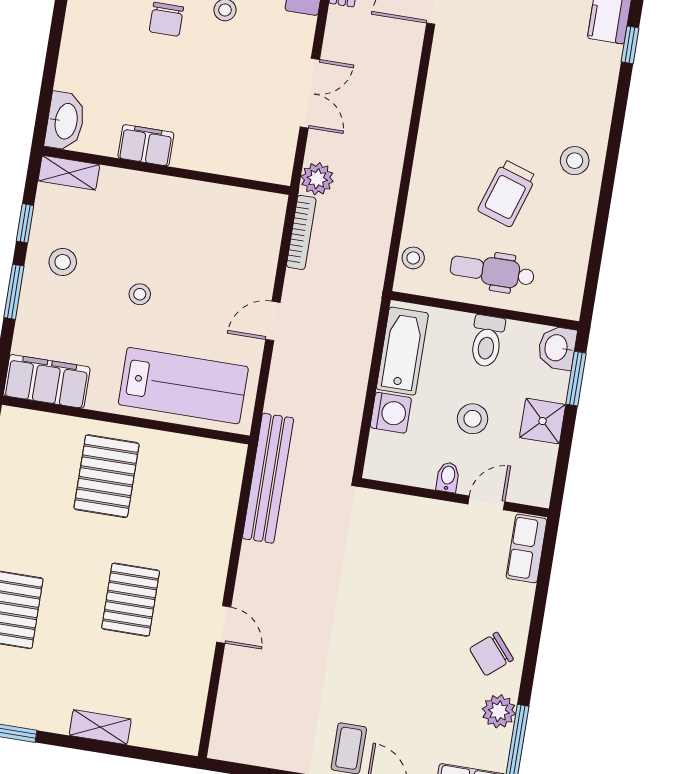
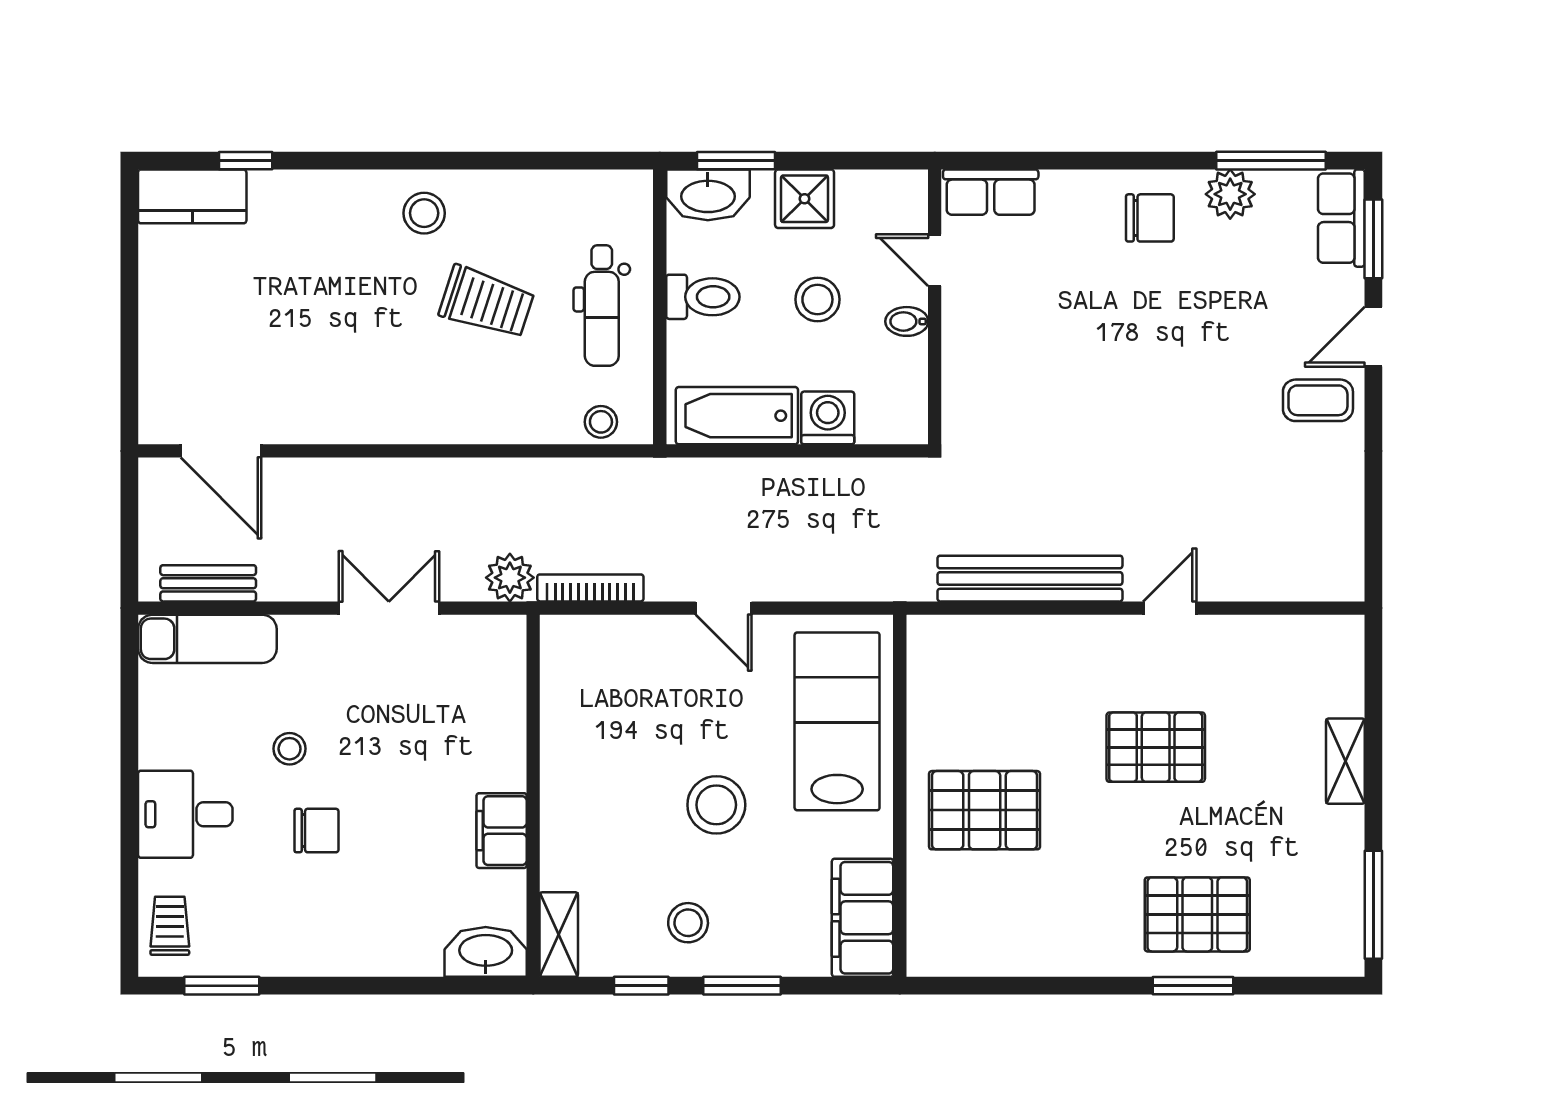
stool: (140, 294) -> (716, 805), width x1.89, depth x1.89
washbasin: (557, 348) -> (708, 195), width x1.38
bench: (268, 478) -> (1030, 579), moved
chair: (491, 654) -> (1150, 218), turned -50

